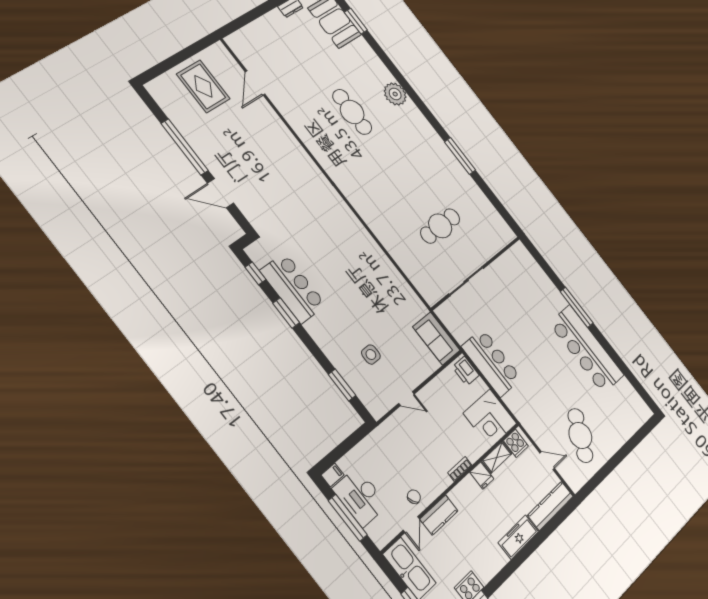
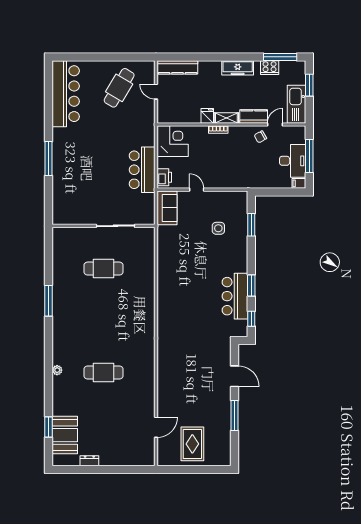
plant: (395, 94) -> (57, 370), width x0.53, depth x0.53
cafe table: (352, 112) -> (104, 372), turned 90
window: (185, 147) -> (234, 415), width x0.68
bar counter: (586, 349) -> (66, 94), moved
door: (406, 399) -> (197, 190), moved
cooker: (516, 443) -> (168, 116), removed
shelving: (497, 457) -> (226, 118), moved
freezer: (518, 537) -> (238, 68), moved

